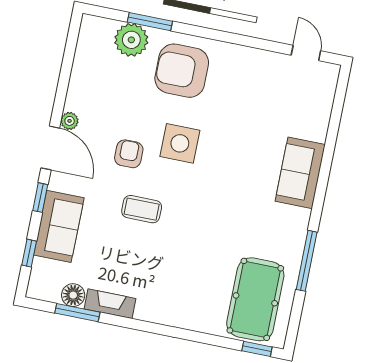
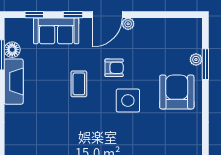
plant: (131, 40) -> (196, 60), width x0.53, depth x0.53
fireplace: (110, 304) -> (14, 82), width x1.37, depth x1.32

